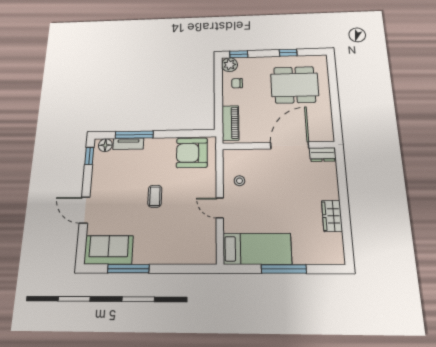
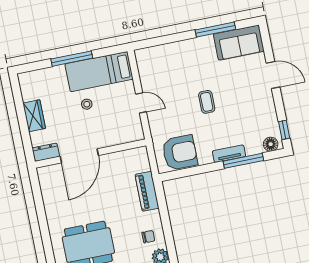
tv unit: (128, 144) -> (229, 154), moved
door: (290, 145) -> (79, 156), moved
wall: (278, 146) -> (91, 154), moved
dresser: (322, 154) -> (46, 152), moved
stool: (239, 181) -> (87, 104), moved

